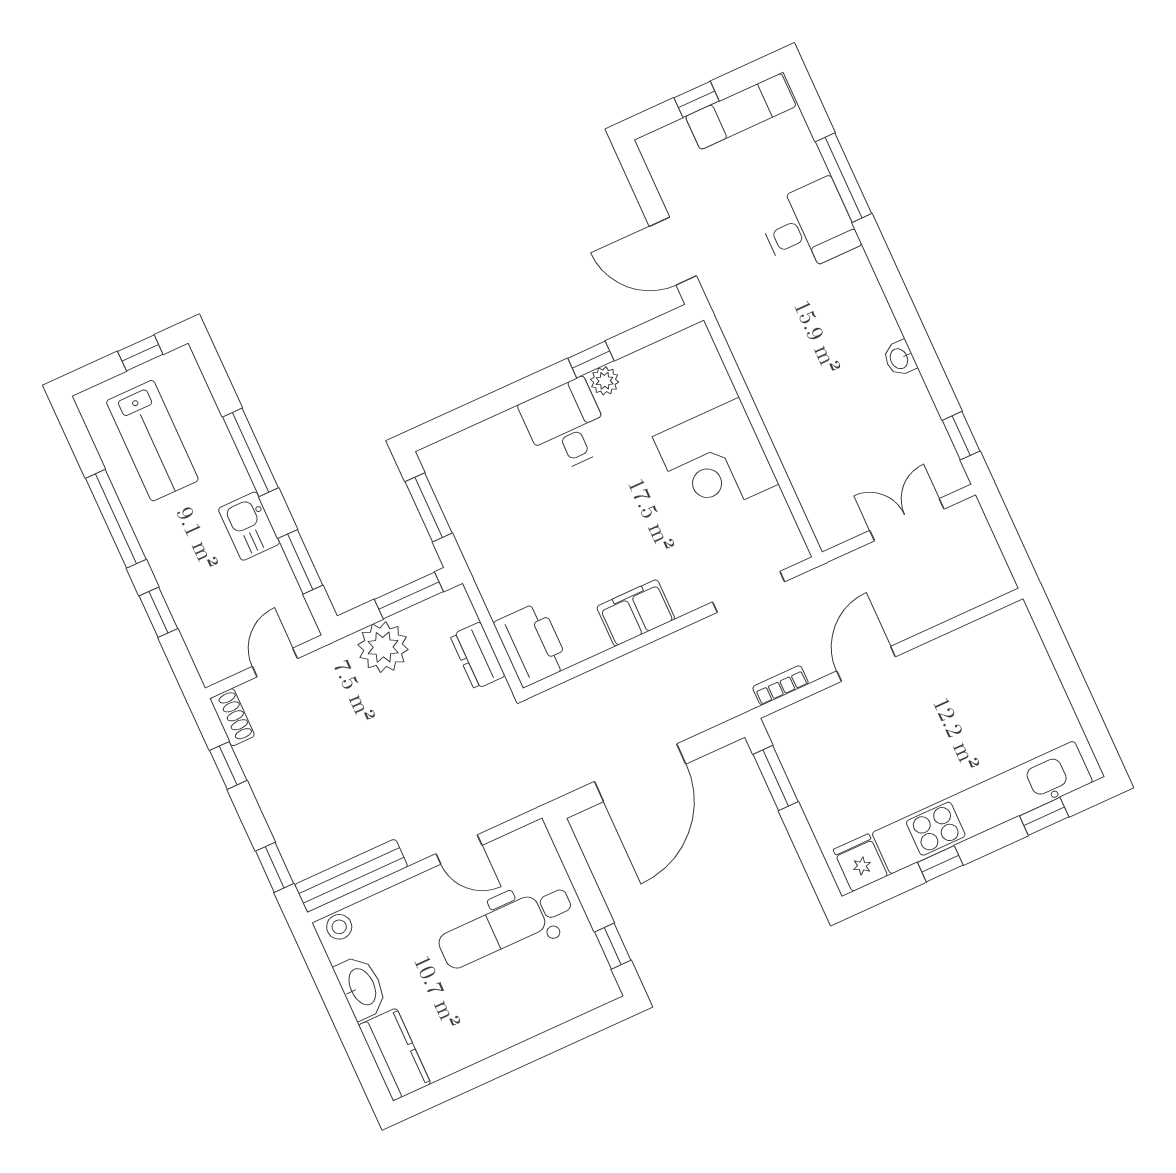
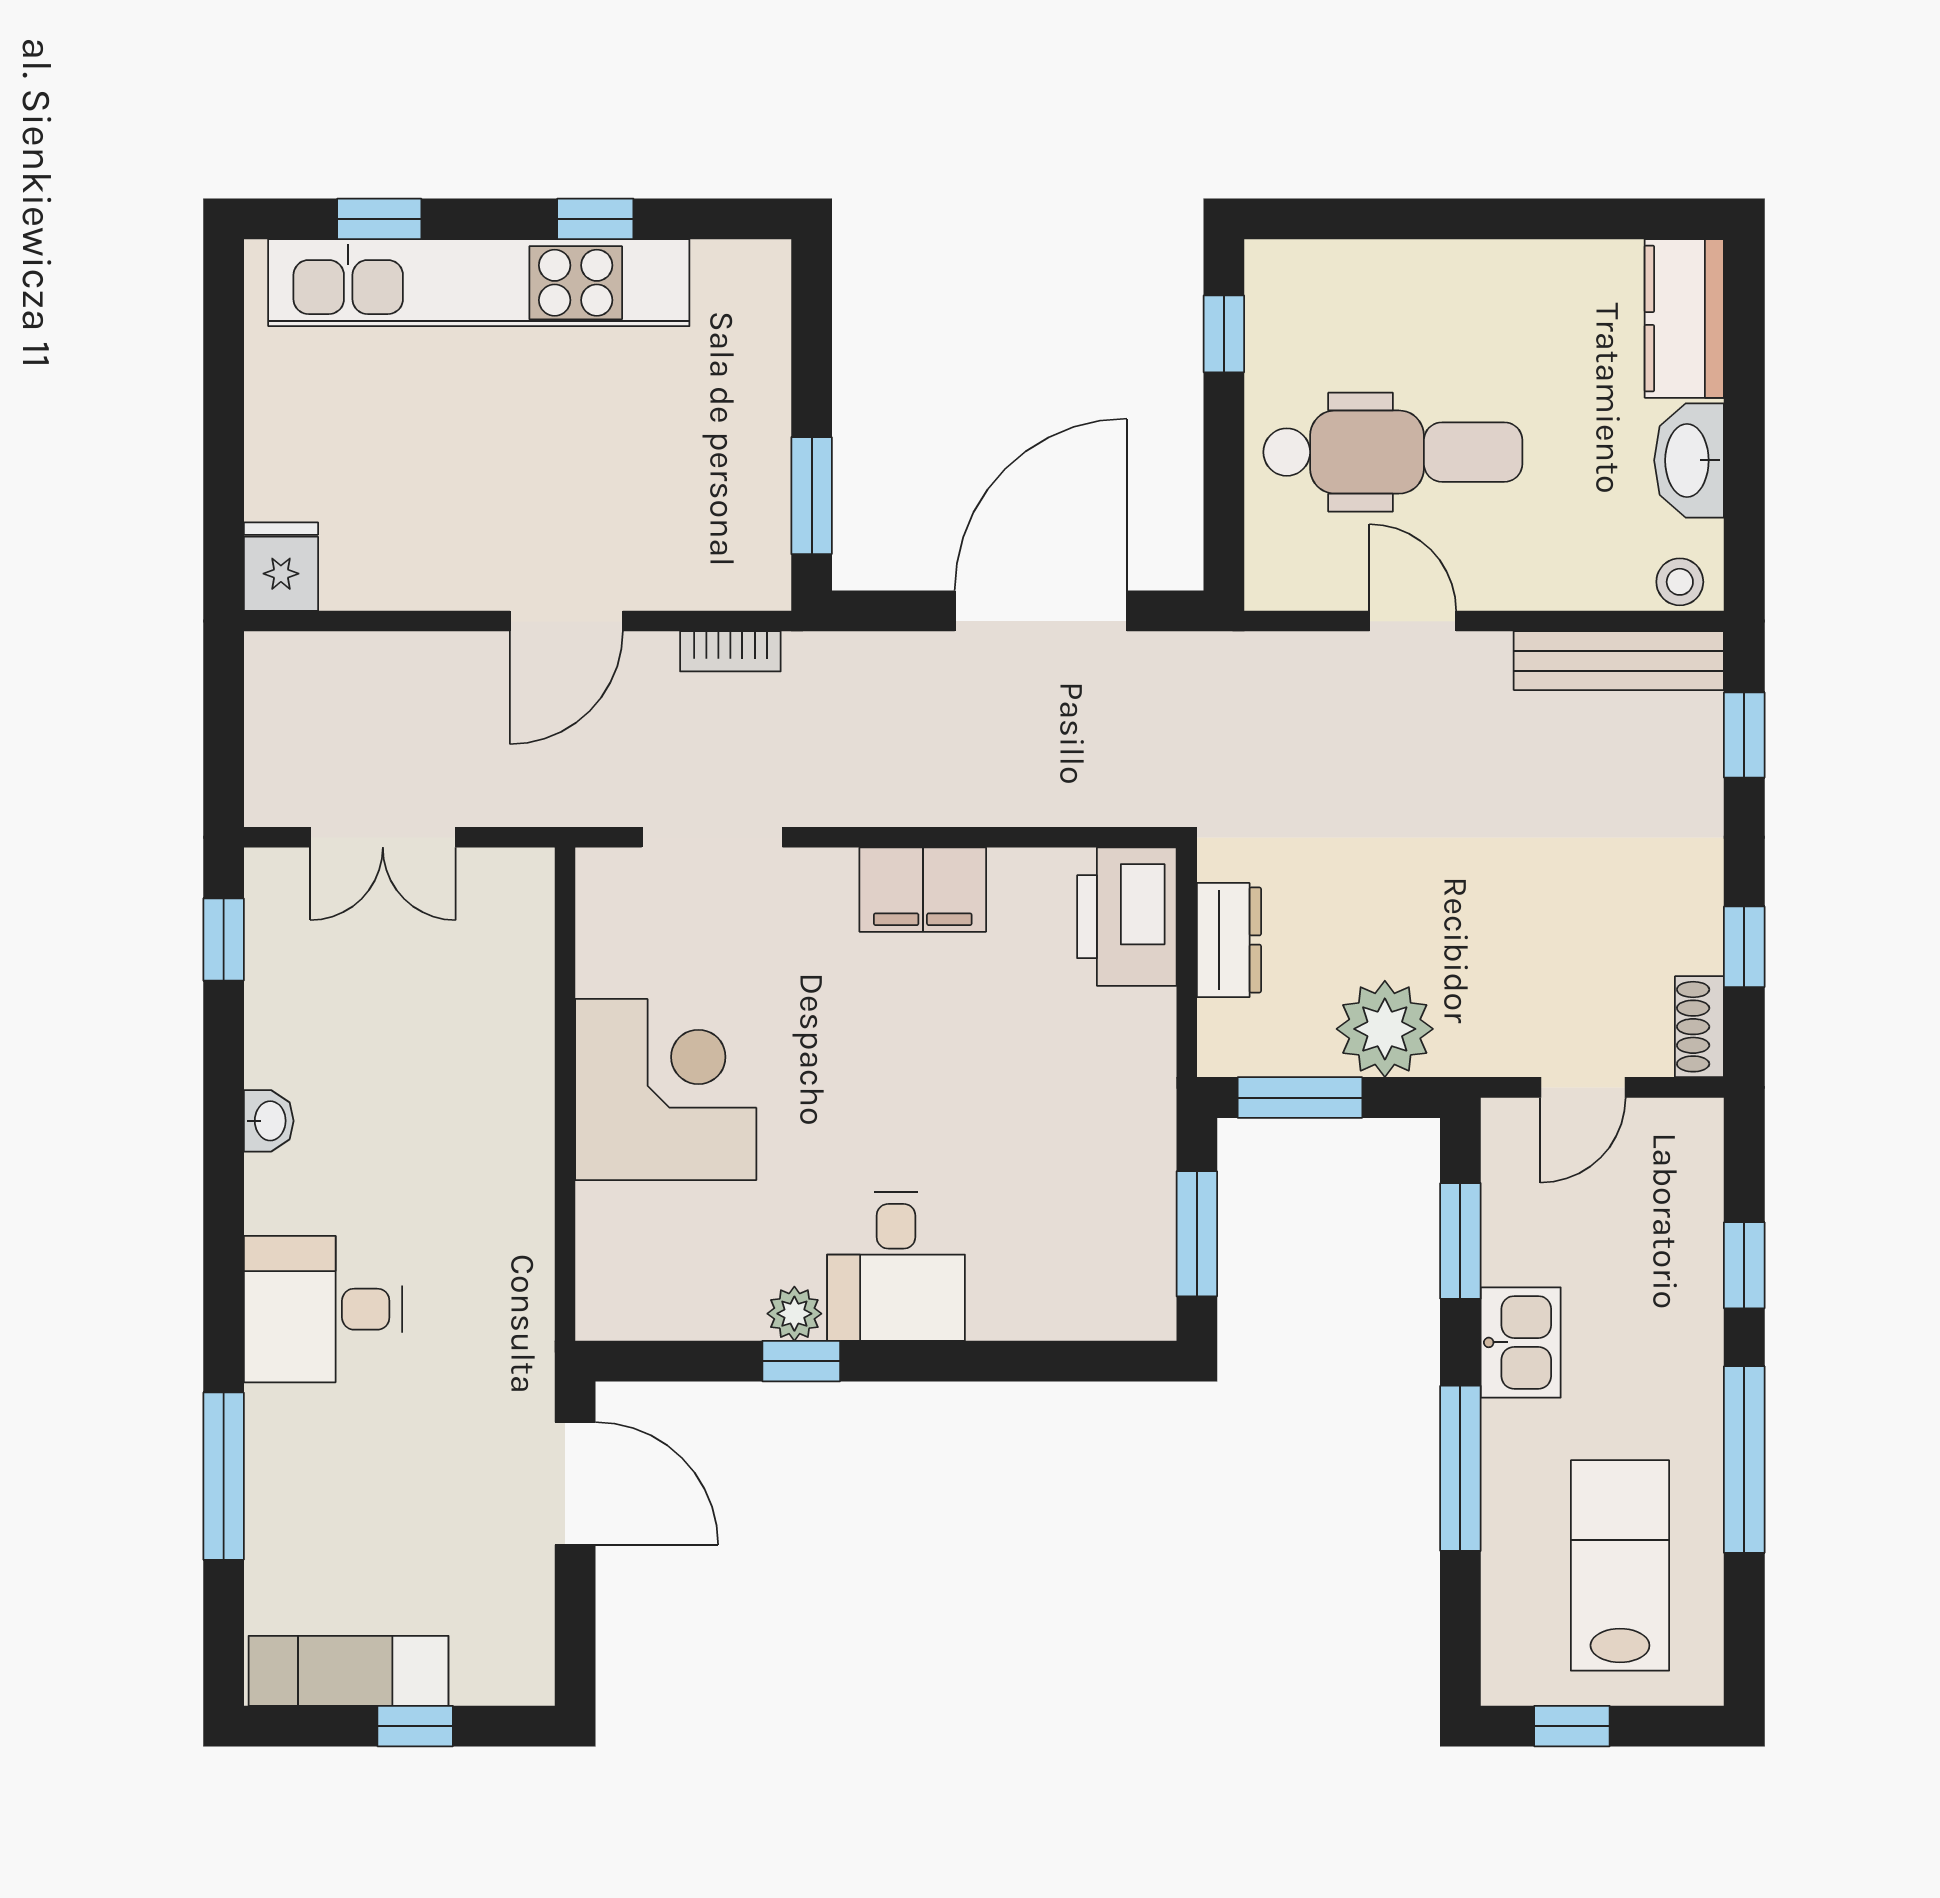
desk: (808, 227) -> (323, 1309), moved
fridge: (860, 863) -> (281, 567), moved, turned 180

